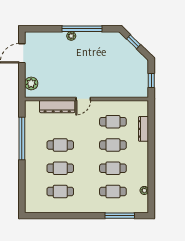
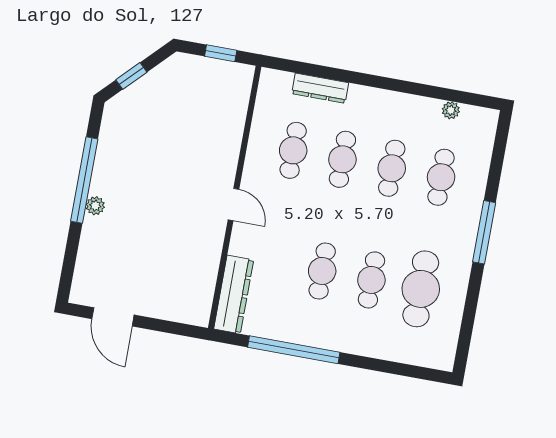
plant: (31, 83) -> (181, 309), removed
dresser: (57, 107) -> (234, 294), moved
cafe table: (60, 192) -> (421, 289), width x1.37, depth x1.35
window: (120, 216) -> (484, 232), moved

